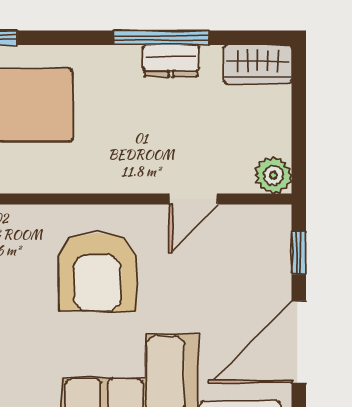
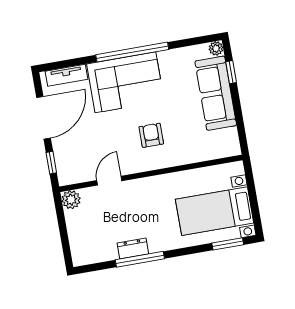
wardrobe: (258, 64) -> (89, 254), removed
armchair: (97, 272) -> (151, 135), width x0.53, depth x0.53

